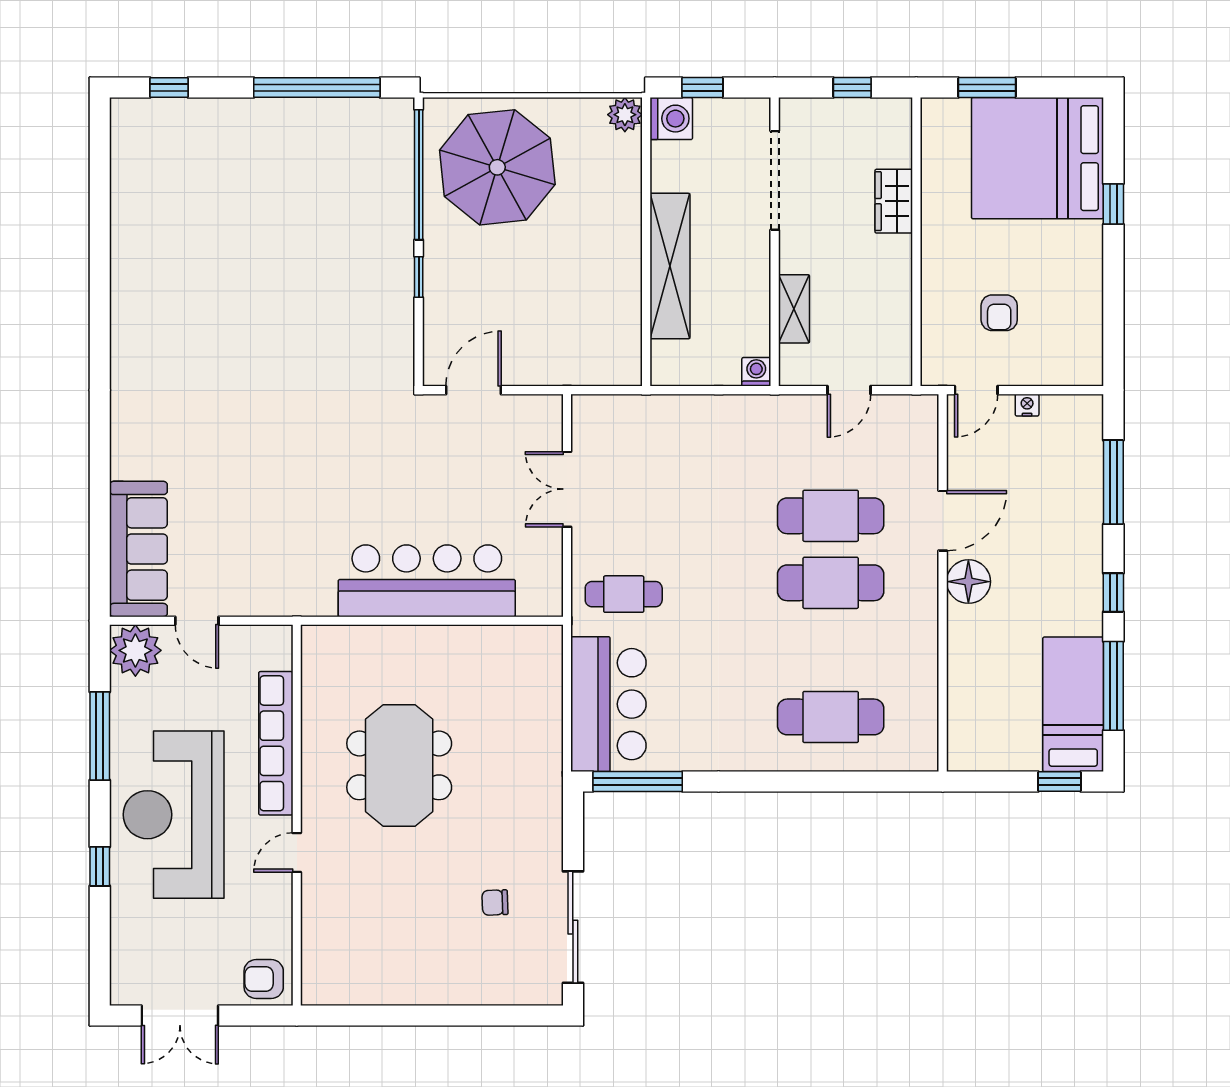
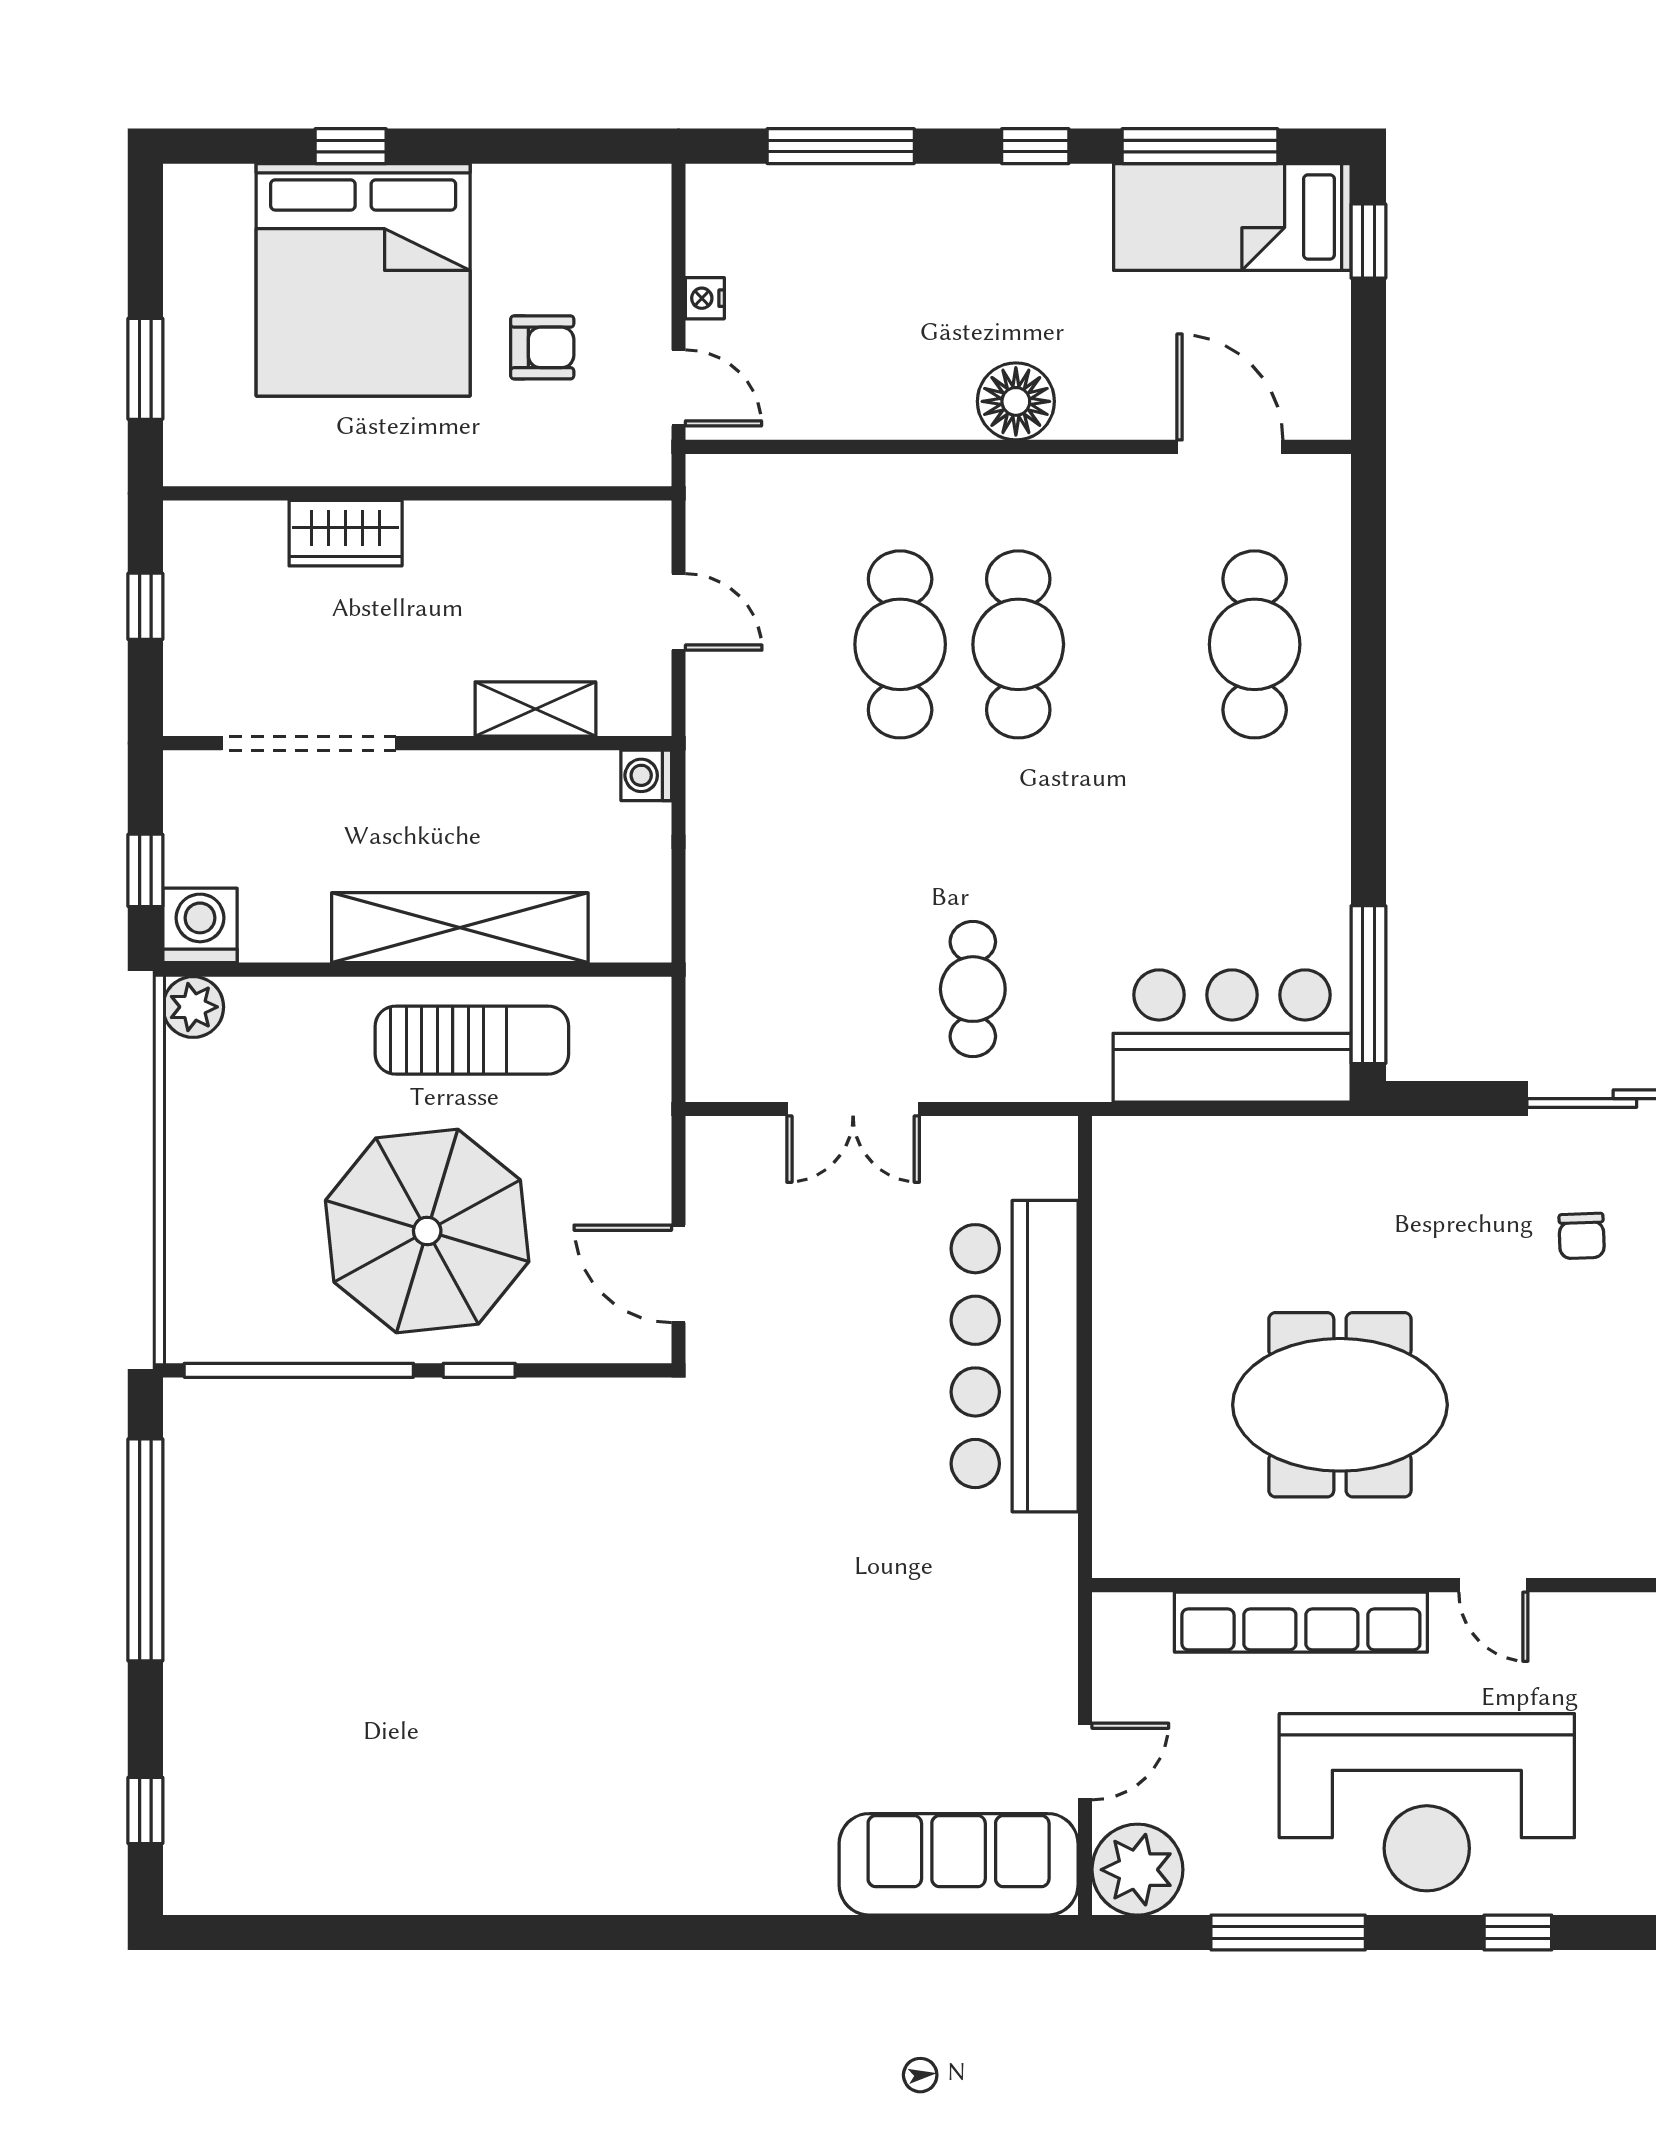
bed: (1038, 158) -> (363, 280), moved
parasol: (497, 167) -> (427, 1231), moved
sun lounger: (606, 273) -> (472, 1040), added
door: (943, 521) -> (1230, 447), moved
cafe table: (624, 594) -> (973, 989), moved

